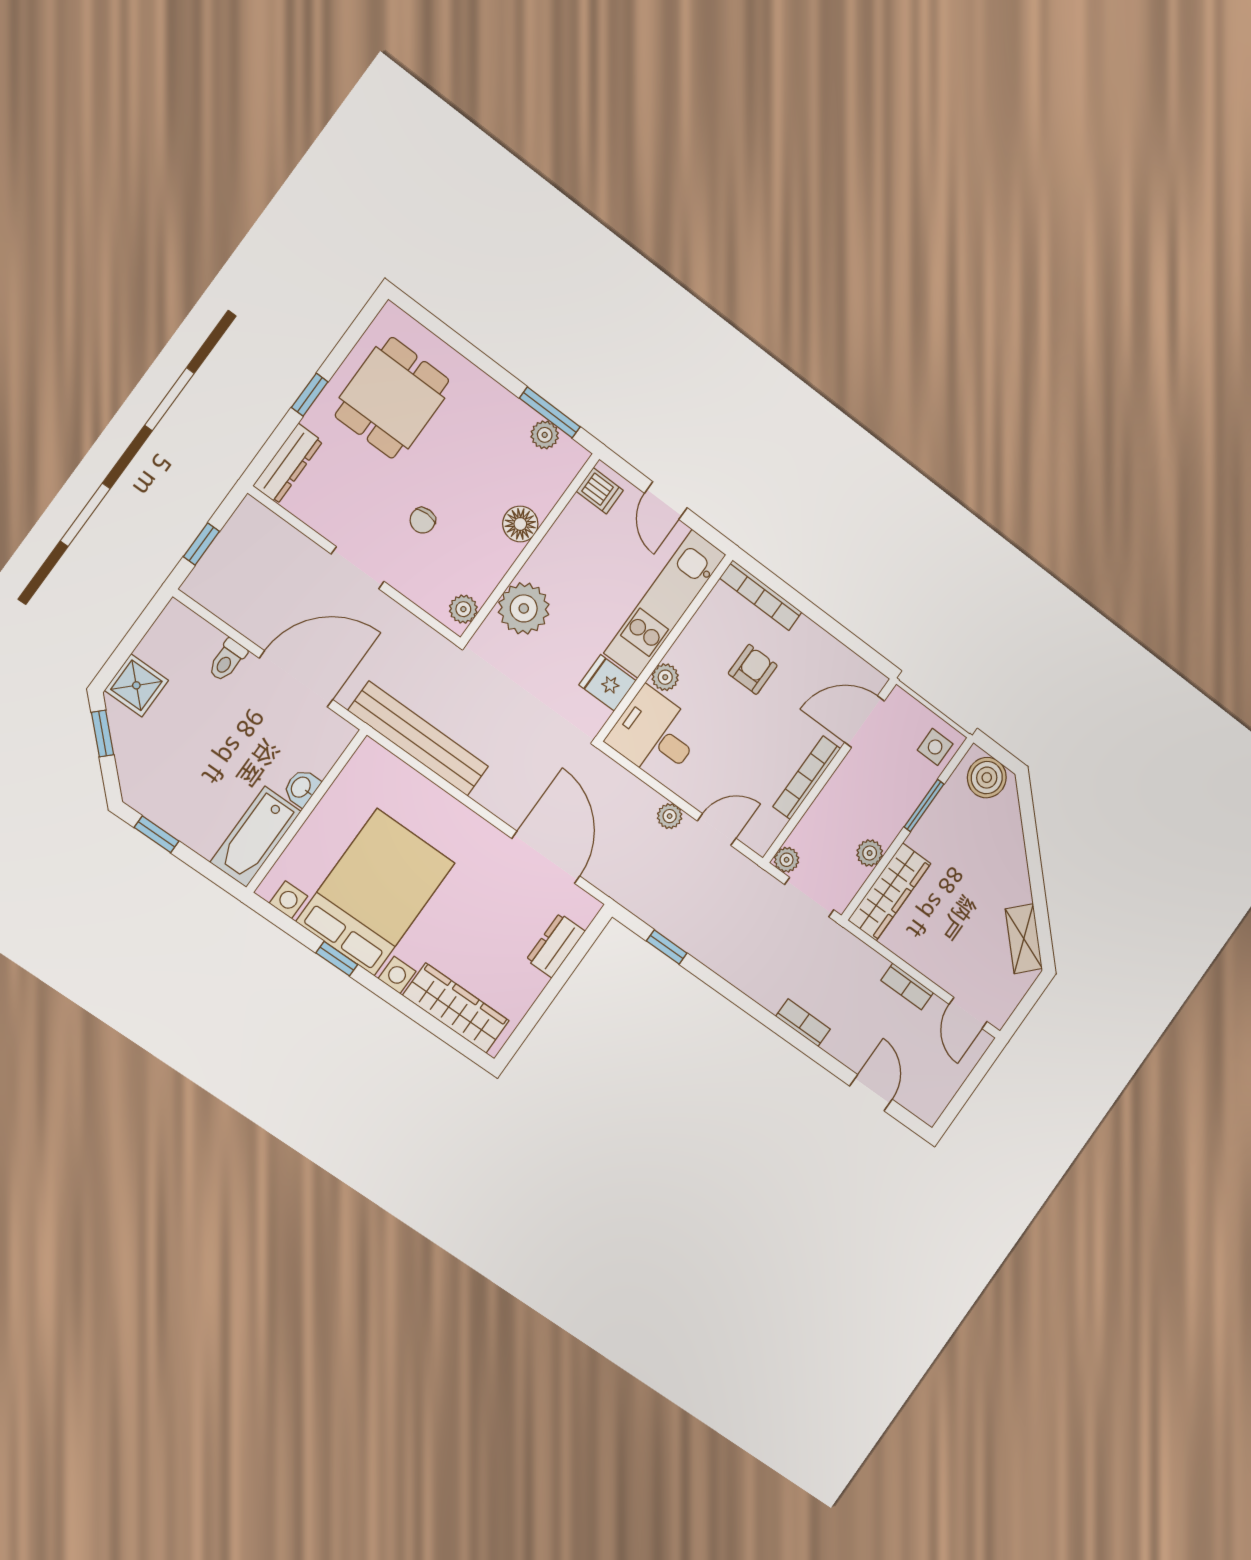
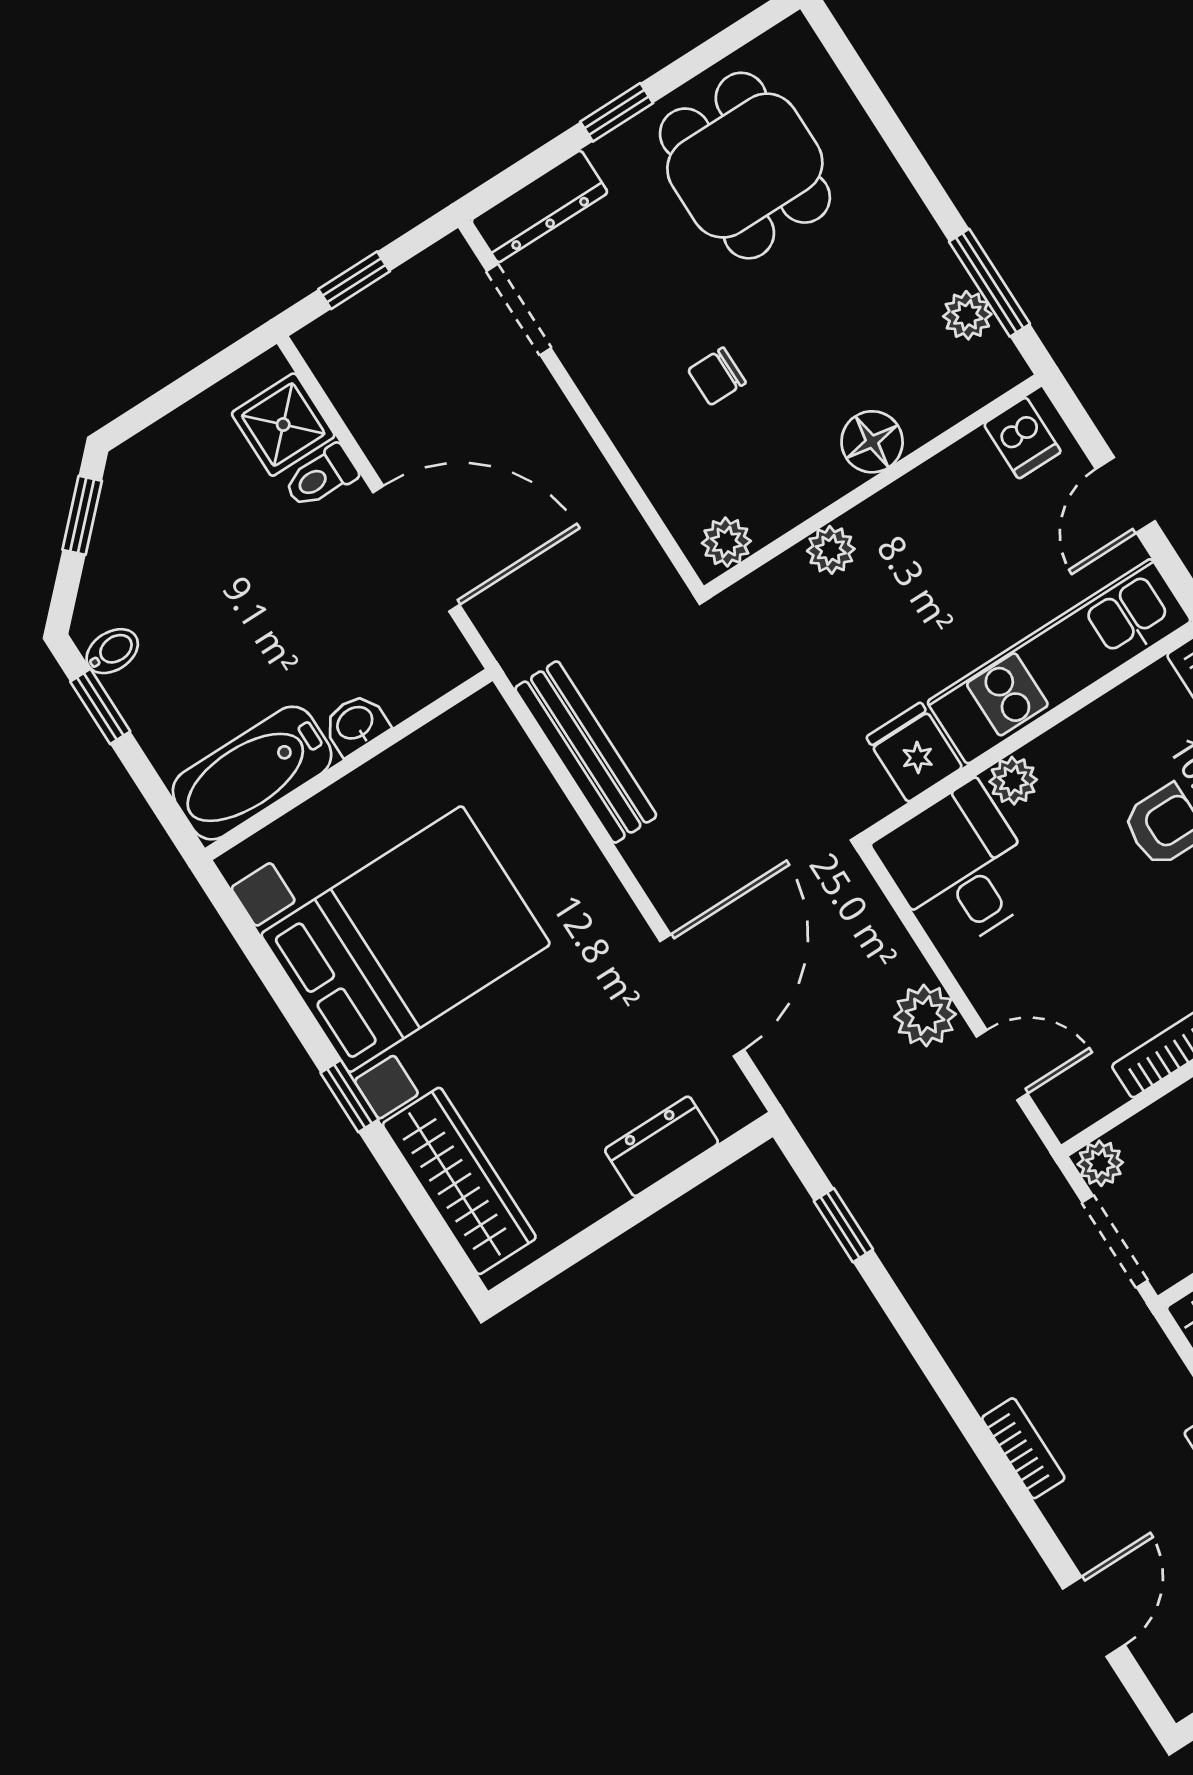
dining table: (392, 398) -> (745, 166), turned 90
doorway: (358, 568) -> (519, 310), moved
plant: (524, 608) -> (831, 550), width x0.53, depth x0.53
shower: (136, 685) -> (283, 425), moved
bench: (418, 739) -> (586, 752), width x0.73, depth x0.82
bidet: (151, 801) -> (112, 651), added
plant: (670, 816) -> (925, 1016), width x1.38, depth x1.38
window: (337, 959) -> (349, 1096), moved

